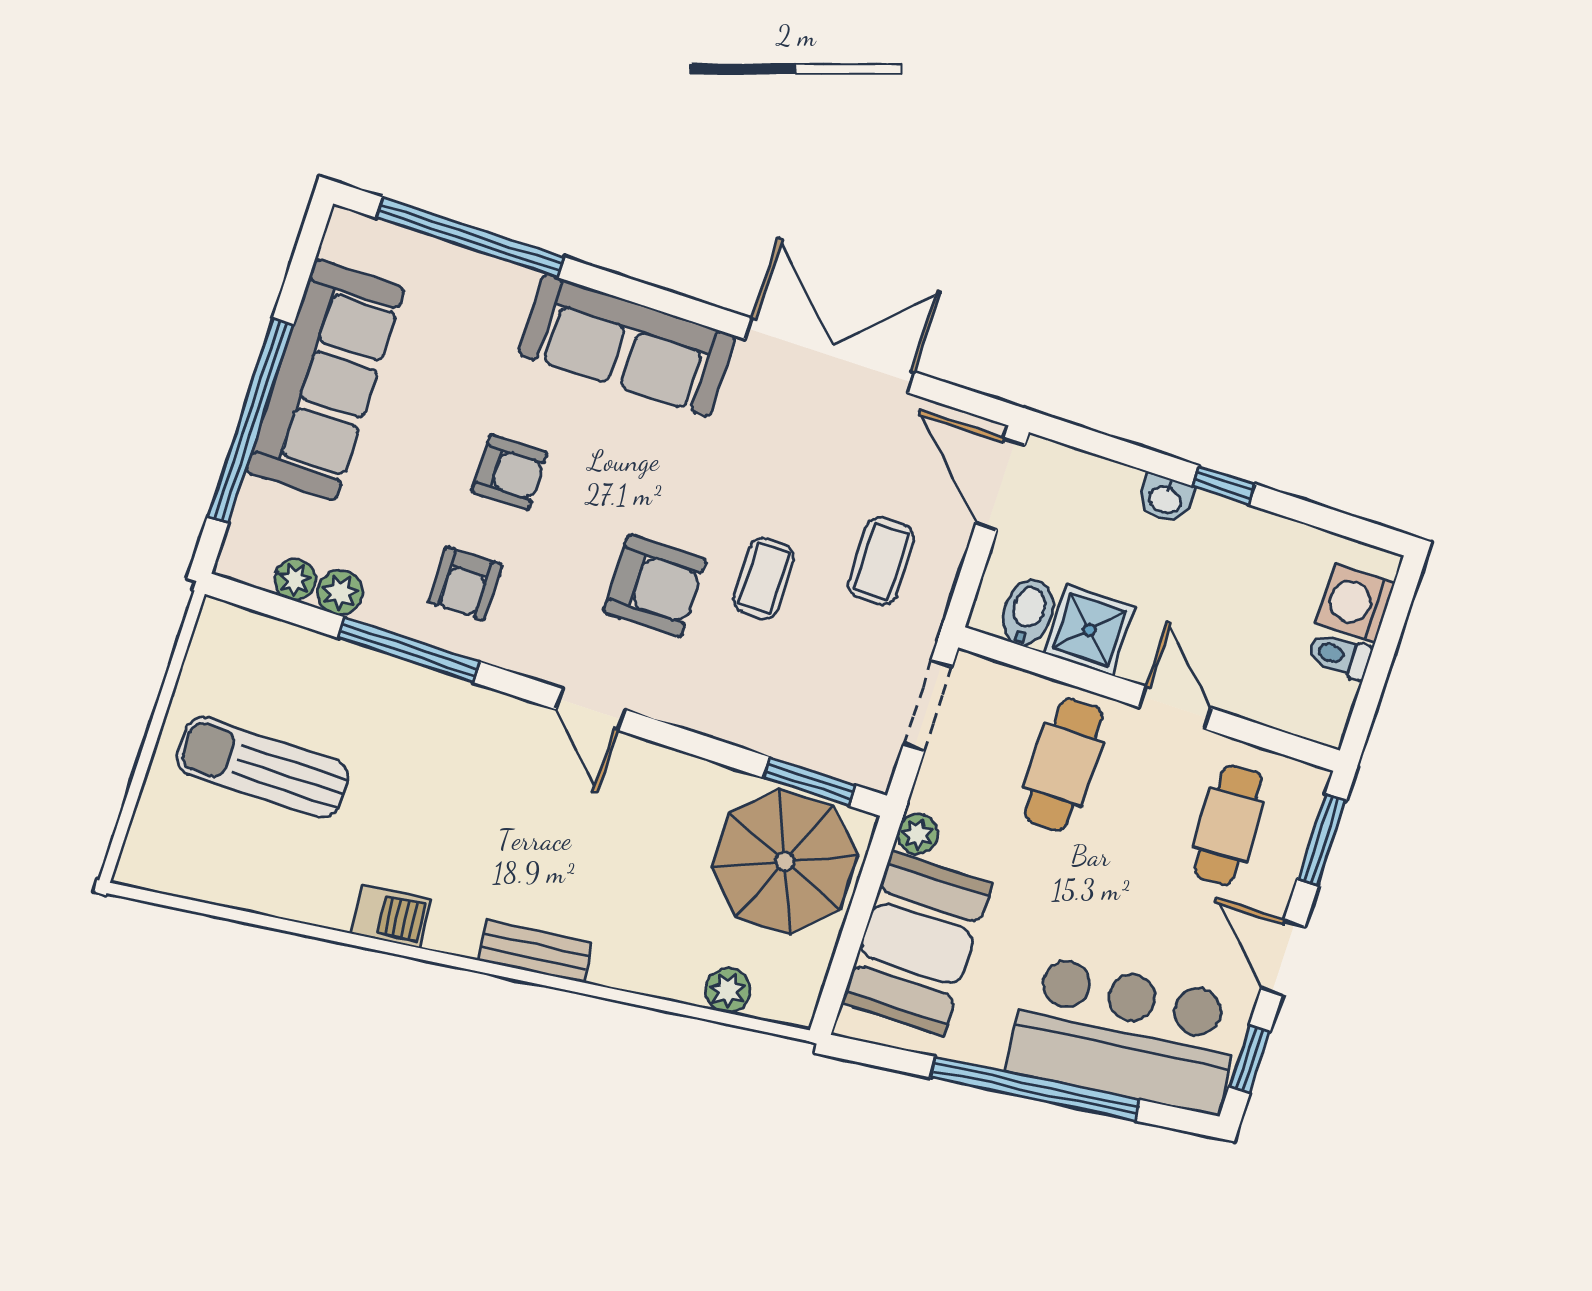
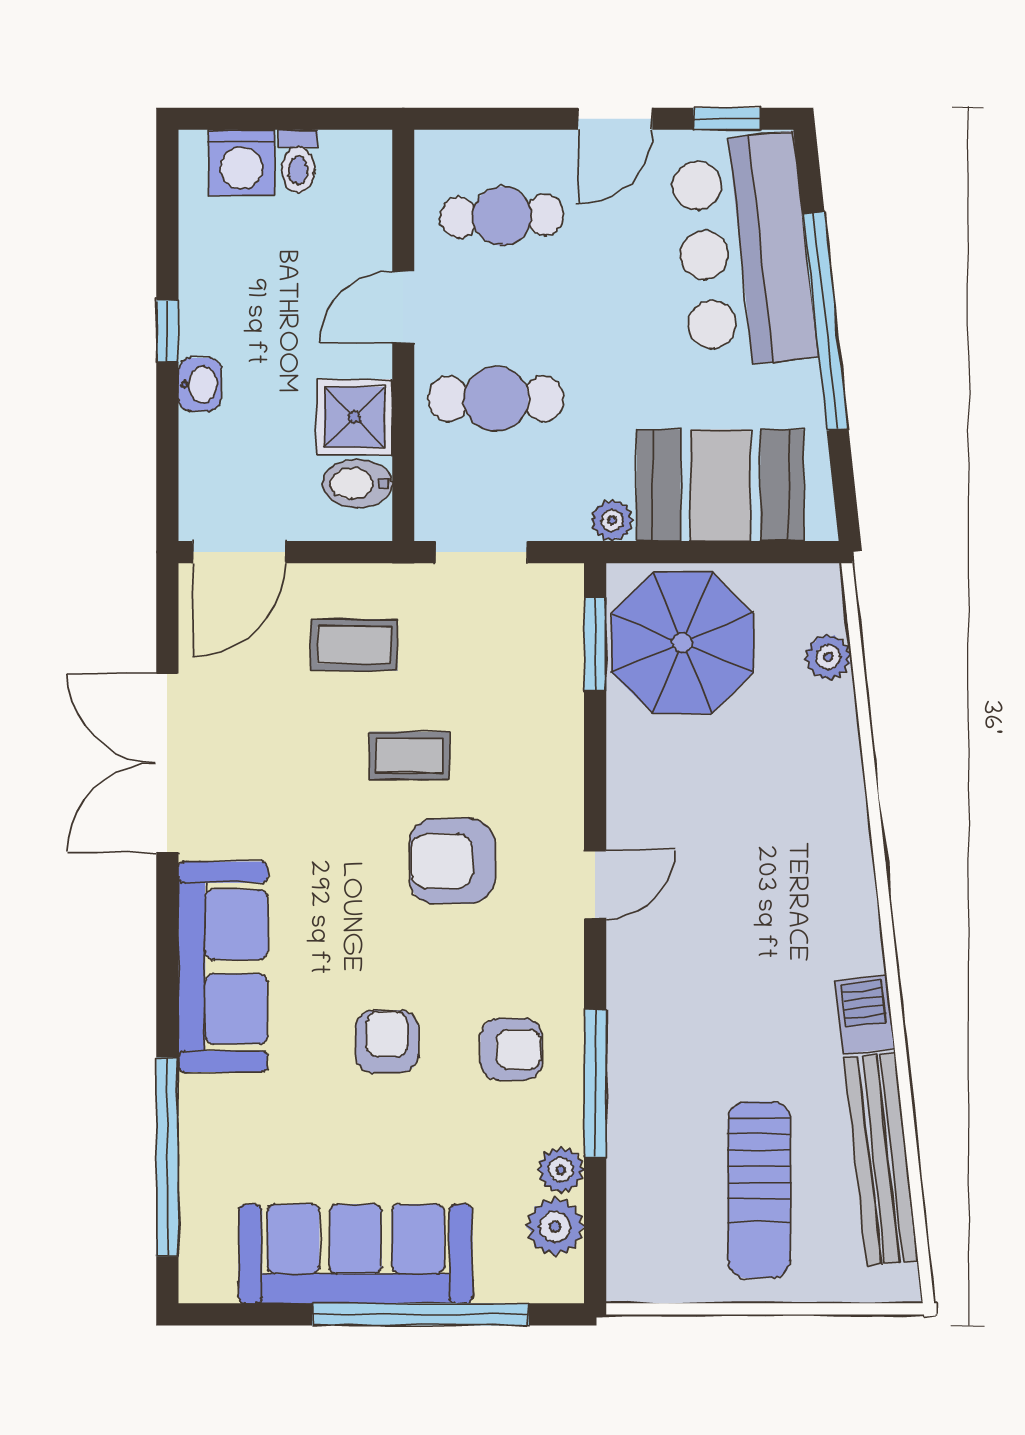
plant: (295, 580) -> (555, 1227), width x1.38, depth x1.38
armchair: (655, 586) -> (452, 861), turned -90
window: (1322, 840) -> (486, 119), removed
bench: (535, 951) -> (881, 1159), moved, width x1.86, depth x1.21

